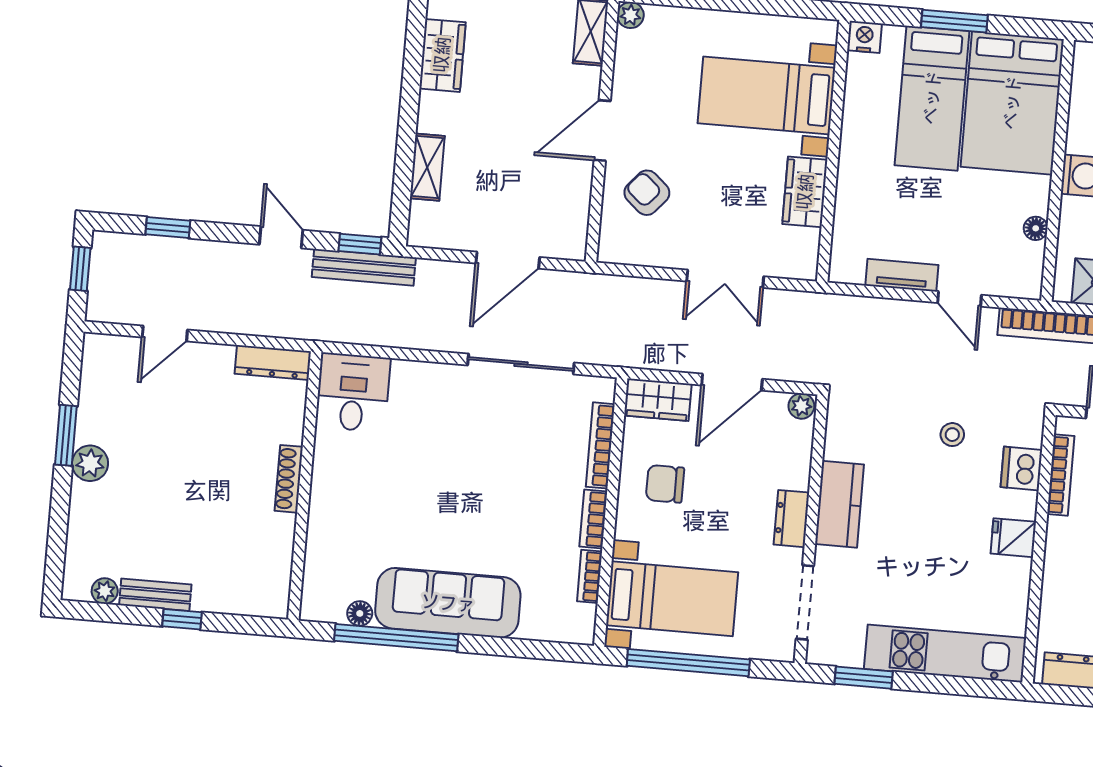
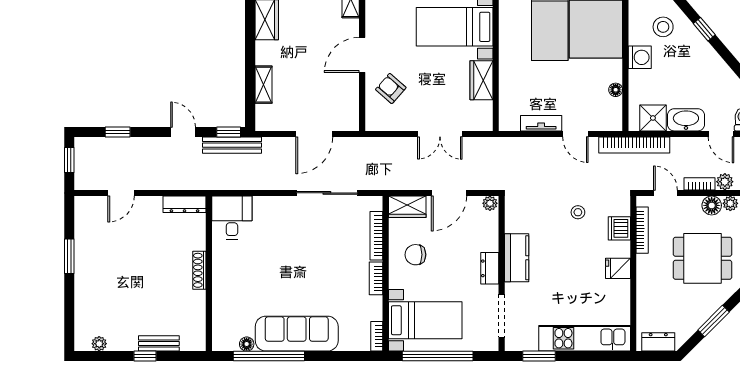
plant: (90, 463) -> (85, 271), removed
bookcase: (590, 576) -> (377, 336), moved
bench: (155, 595) -> (159, 343), moved

